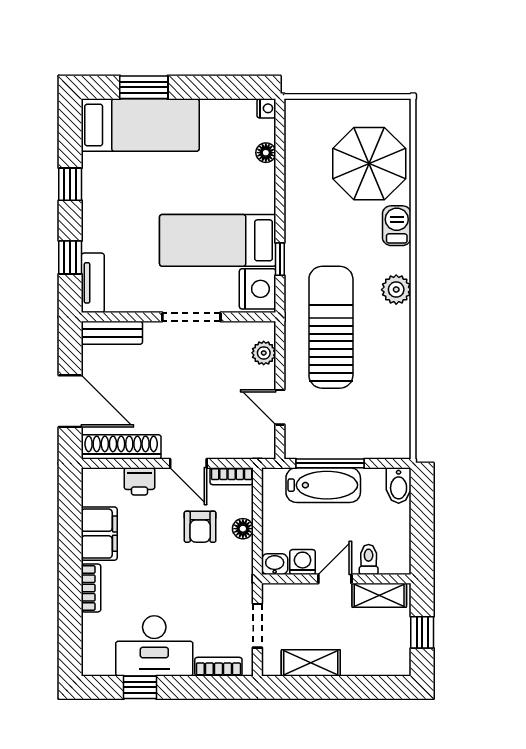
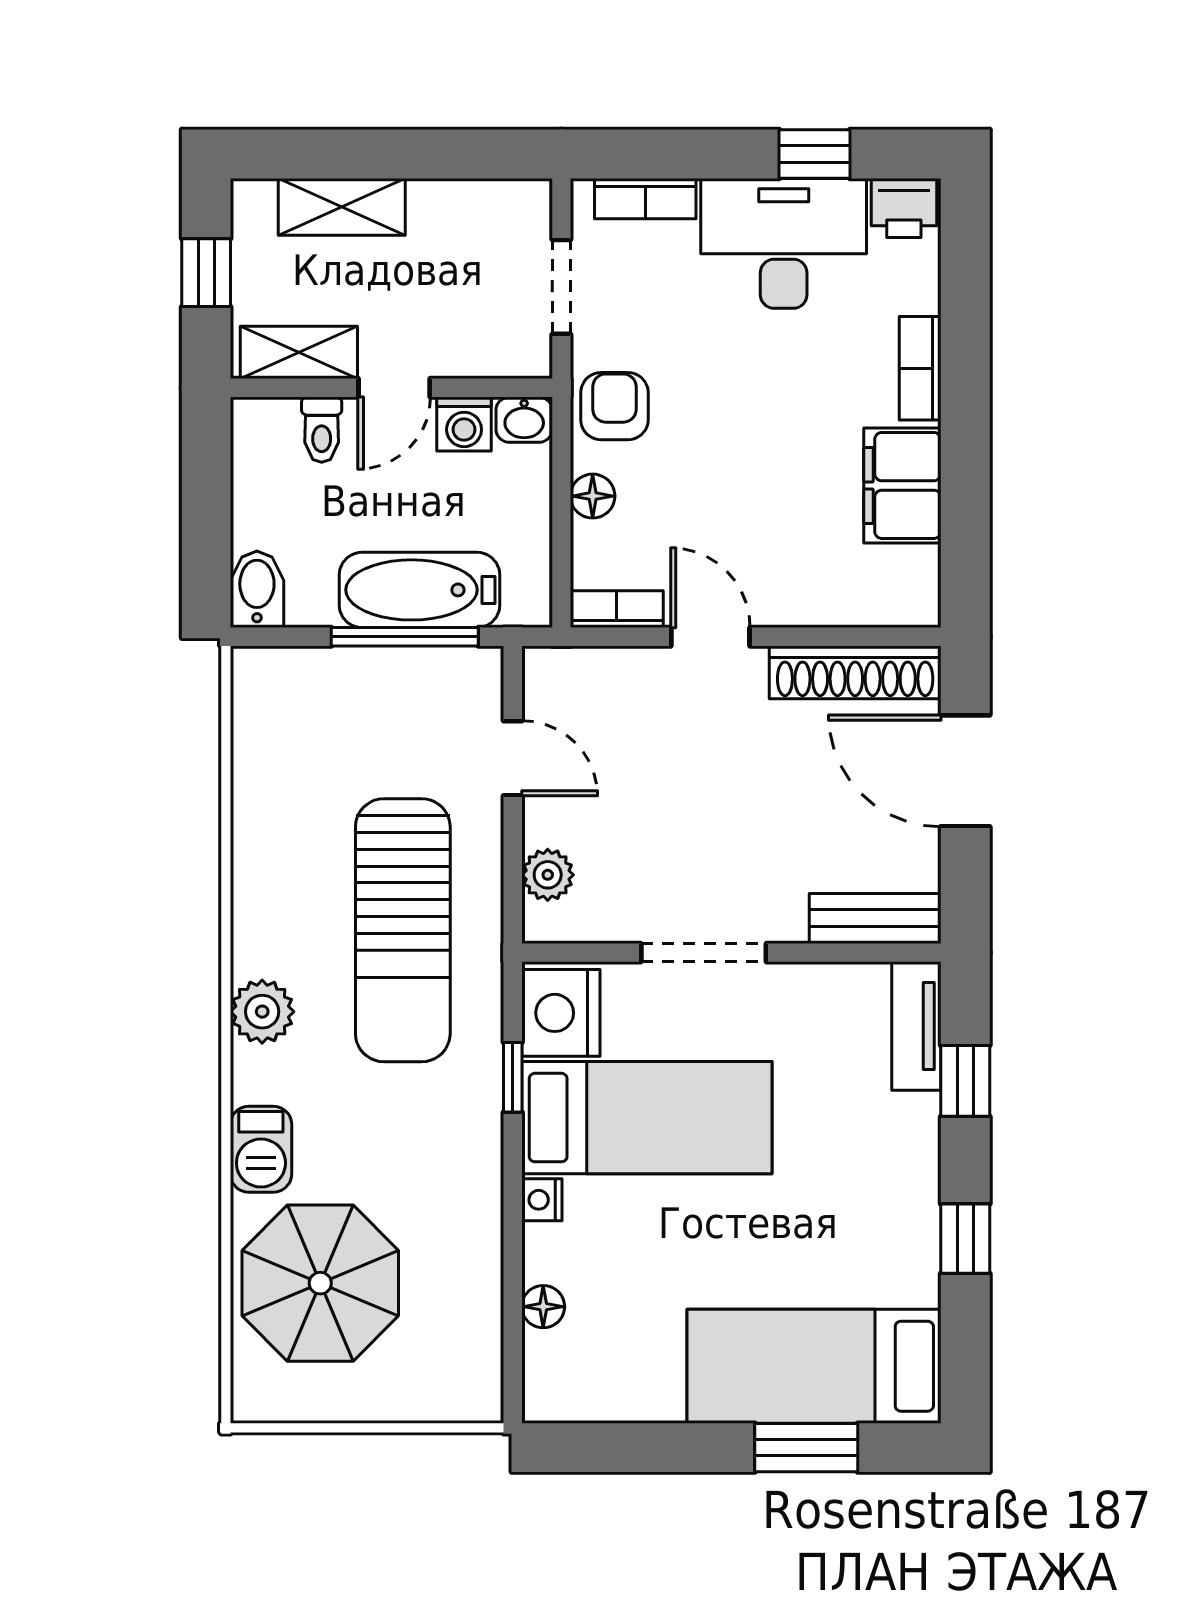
nightstand: (266, 108) -> (542, 1200), moved
printer: (139, 481) -> (904, 208), moved, turned 180
armchair: (200, 527) -> (614, 406), moved
shelving: (311, 663) -> (342, 207), moved

